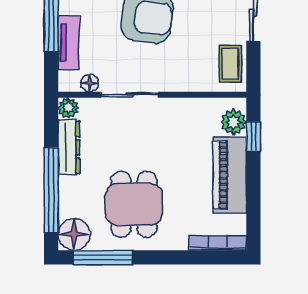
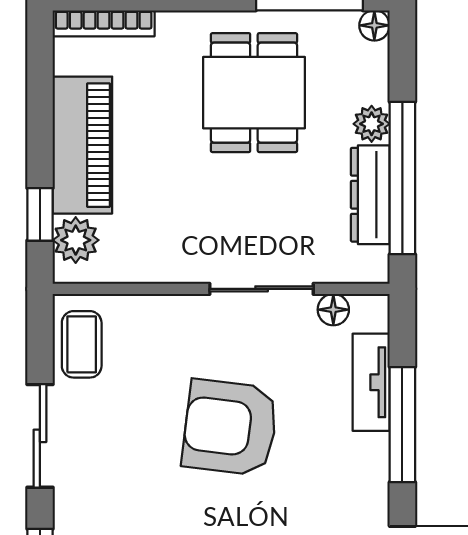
plant: (68, 108) -> (372, 124), moved
window: (51, 190) -> (402, 178), moved
floor lamp: (74, 234) -> (374, 25), width x0.53, depth x0.53

